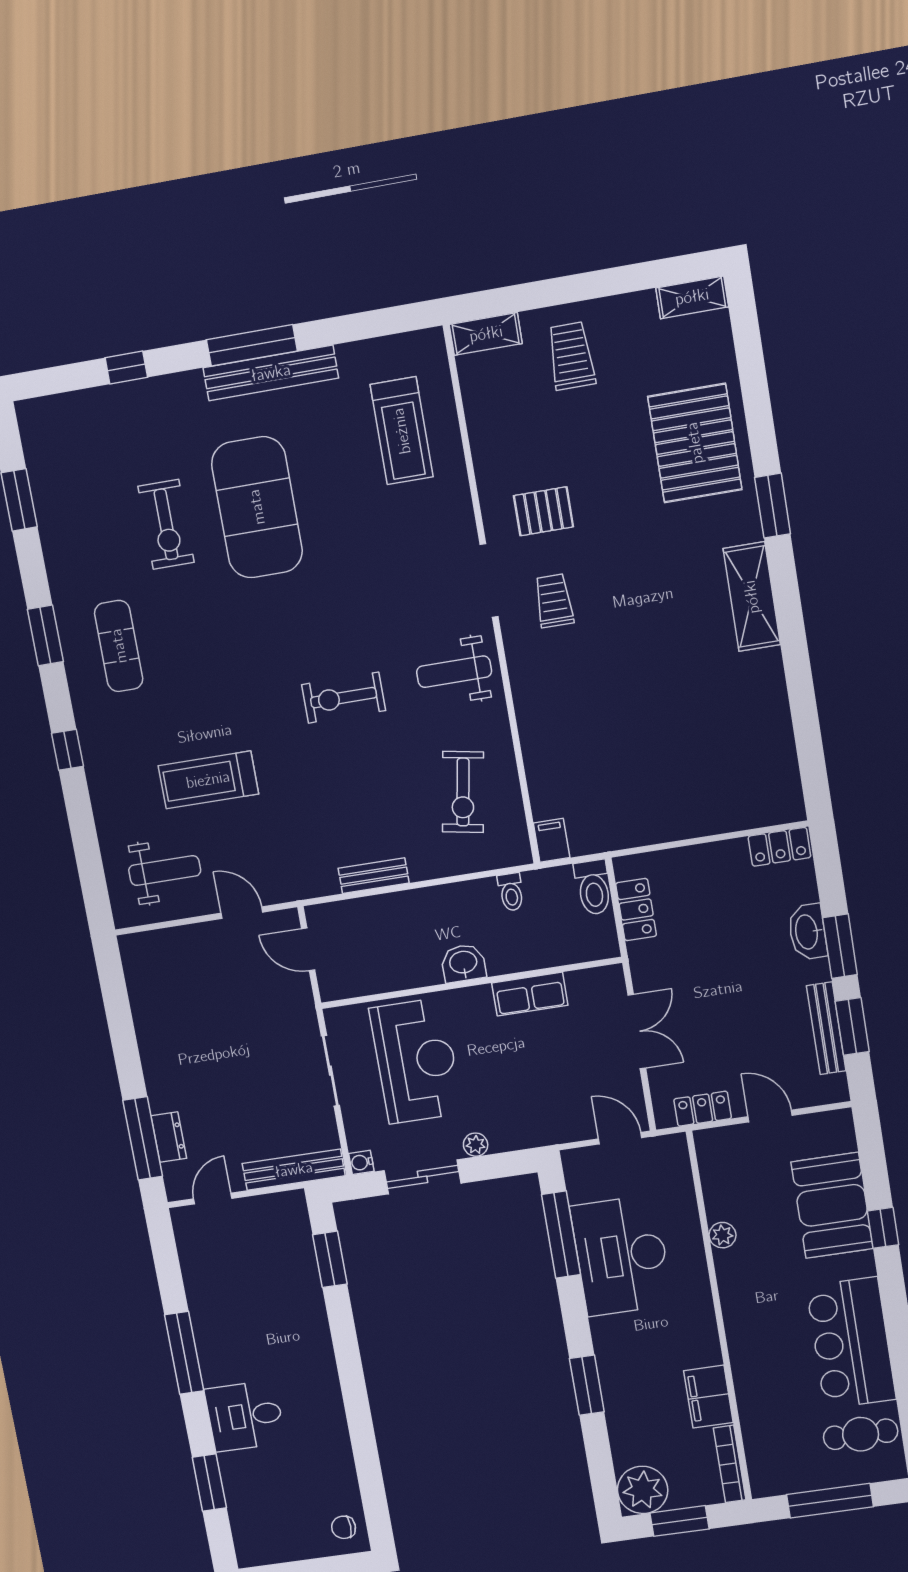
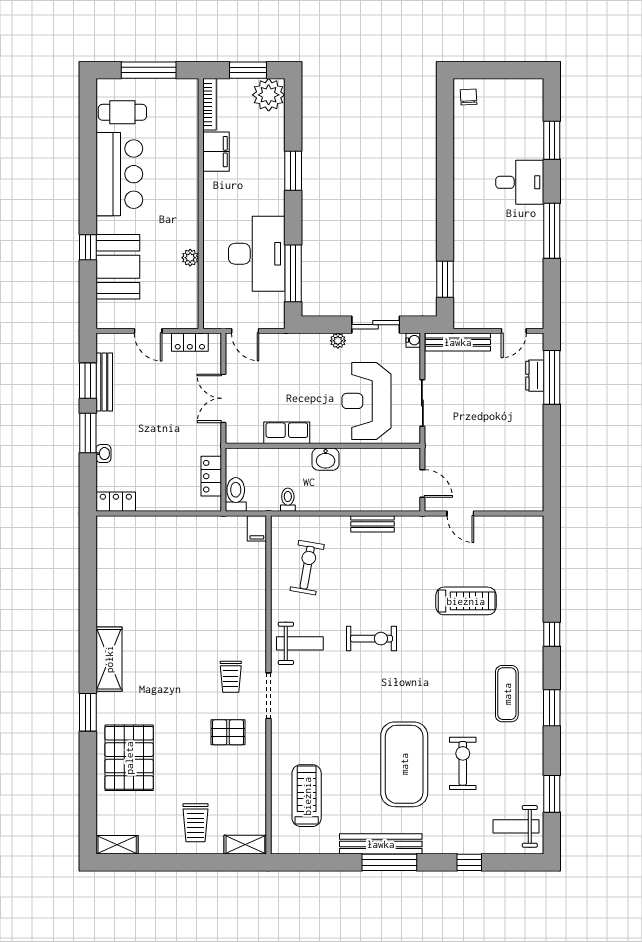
weight bench: (165, 870) -> (516, 826), moved
washbasin: (807, 932) -> (103, 454), width x0.52, depth x0.69
chair: (344, 1527) -> (469, 97), turned -93

